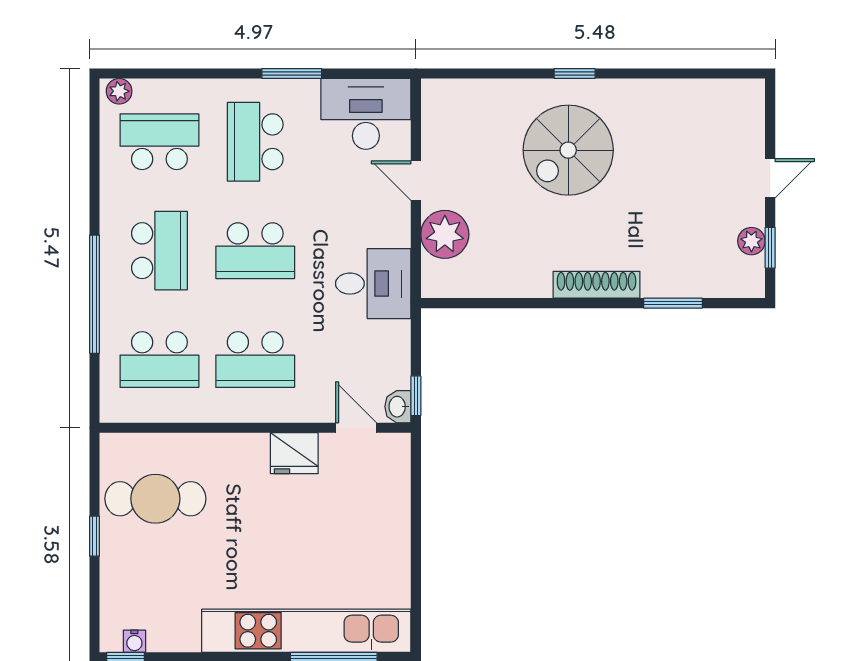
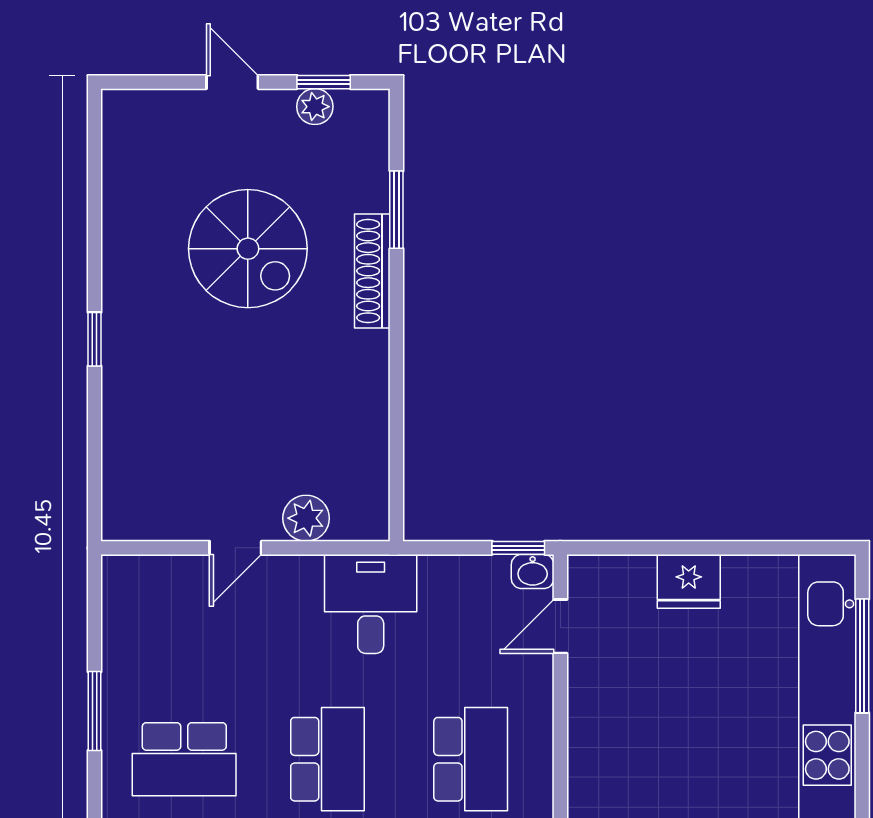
desk: (366, 114) -> (148, 614), removed
spiral stairs: (568, 150) -> (248, 249), moved
plant: (445, 234) -> (306, 518), width x0.73, depth x0.73
shoe rack: (597, 285) -> (372, 271), moved
fridge: (294, 453) -> (689, 581), moved, turned 90

